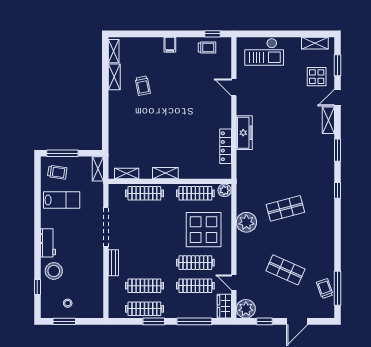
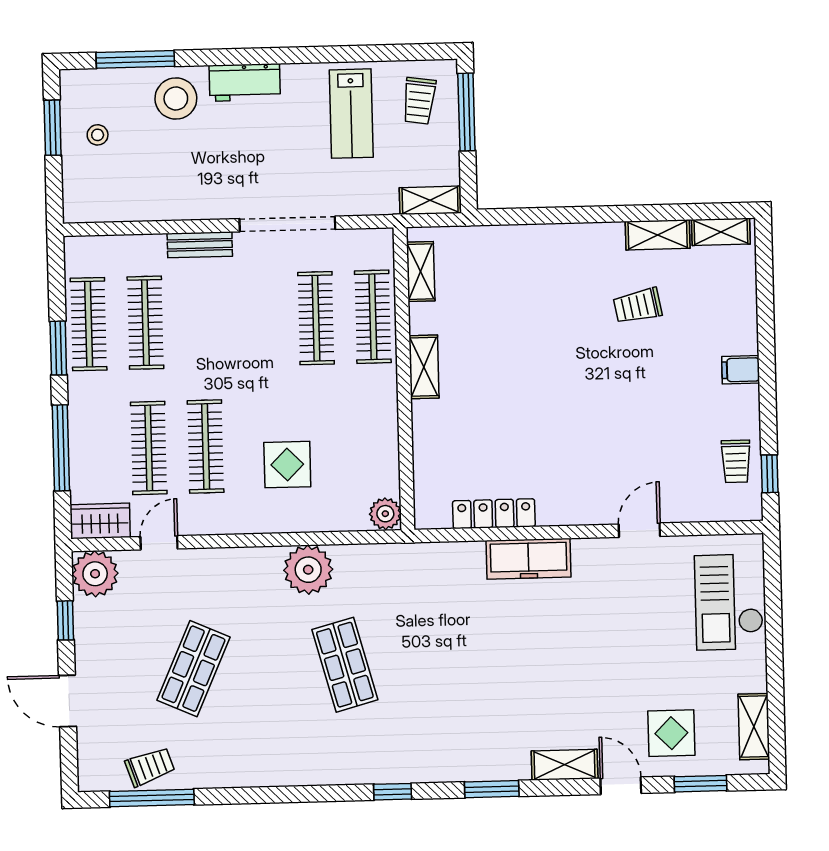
clothes rail: (195, 193) -> (316, 318), moved
display table: (204, 230) -> (287, 465), width x0.54, depth x0.54
window: (37, 287) -> (135, 59), width x2.17

